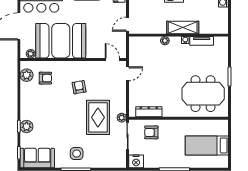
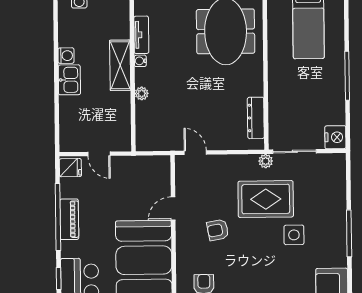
door: (127, 24) -> (99, 154), moved
door: (112, 60) -> (173, 208), moved
armchair: (151, 132) -> (289, 113), removed
side table: (77, 154) -> (294, 235), moved

